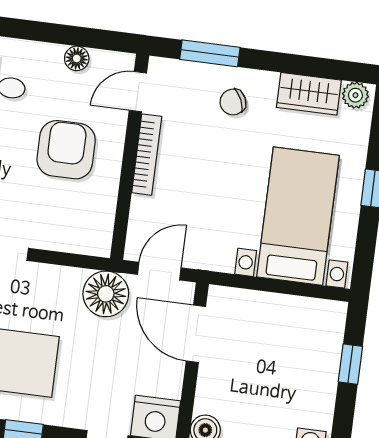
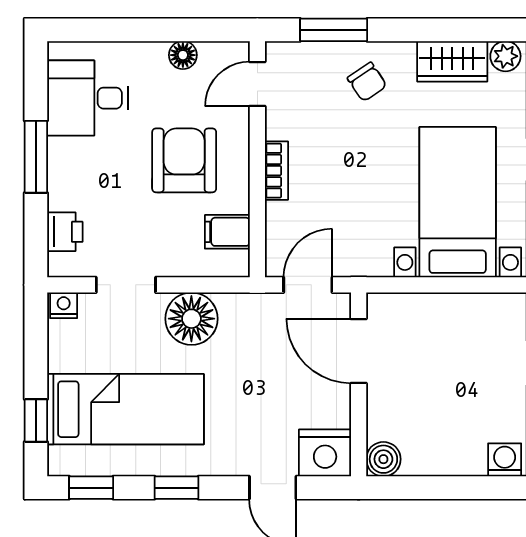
chair: (233, 102) -> (367, 82), turned -99
bookcase: (147, 155) -> (277, 171), width x0.64
filing cabinet: (96, 216) -> (227, 232), added
floor lamp: (106, 294) -> (191, 319), moved

